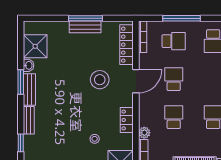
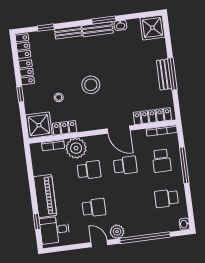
shower: (35, 46) -> (152, 28), moved
stool: (100, 80) -> (91, 85), moved
locker: (127, 120) -> (65, 128), moved
plant: (144, 133) -> (76, 148), width x1.88, depth x1.88

